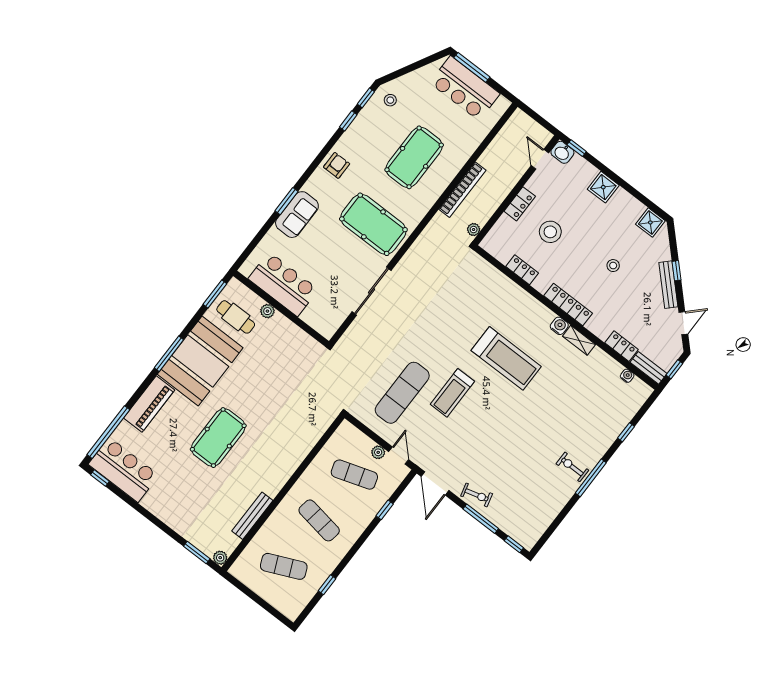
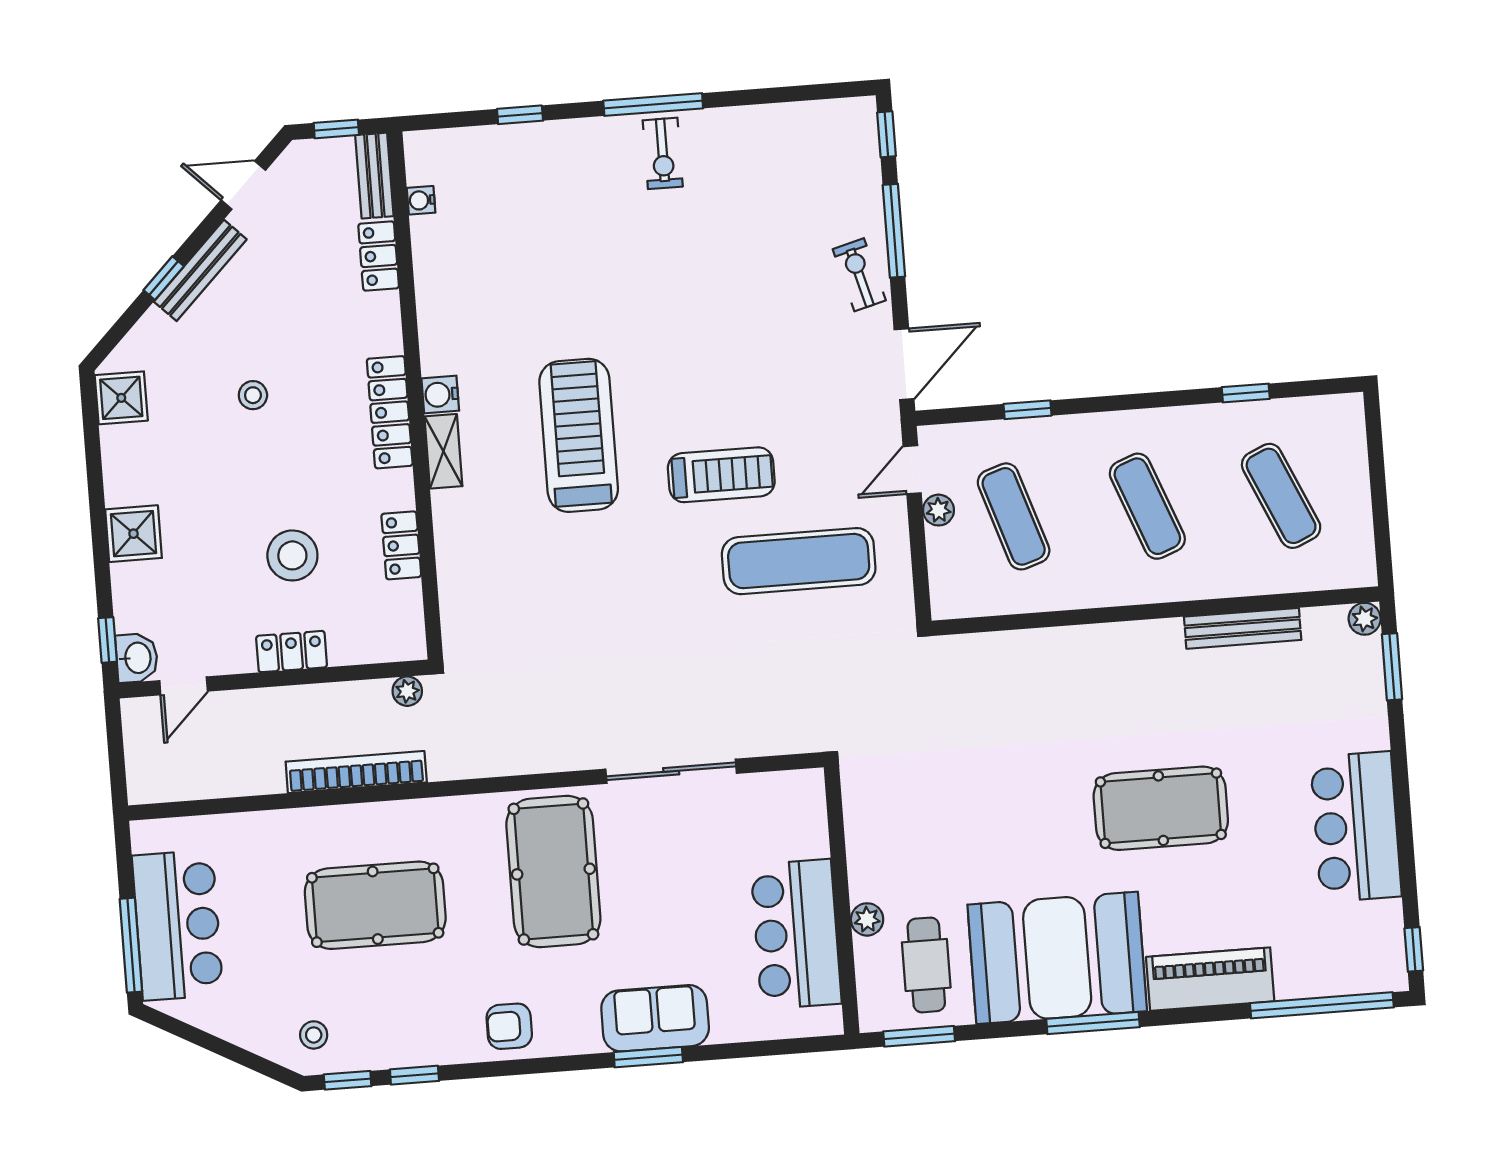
shelving: (579, 340) -> (443, 451), moved
bar counter: (124, 470) -> (1356, 827), moved
exercise mat: (319, 520) -> (1147, 506), turned -30

